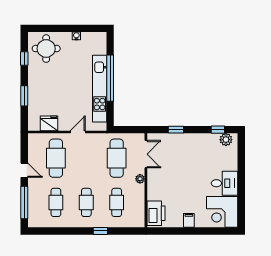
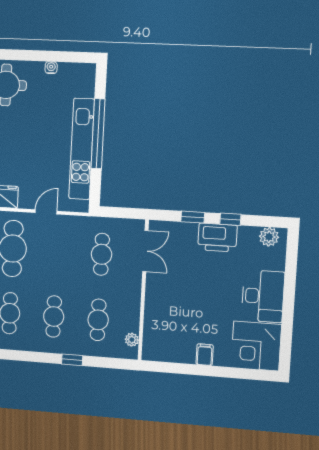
window: (218, 130) -> (230, 219), moved
cafe table: (117, 158) -> (102, 254), width x0.73, depth x0.74
plant: (140, 179) -> (132, 340), moved
desk: (224, 183) -> (263, 296), width x1.37
printer: (156, 213) -> (217, 237), moved, turned 90

